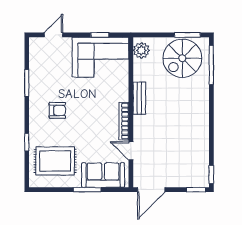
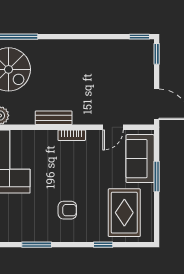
armchair: (57, 110) -> (67, 210), turned 90
bookcase: (124, 121) -> (72, 135), width x0.64

